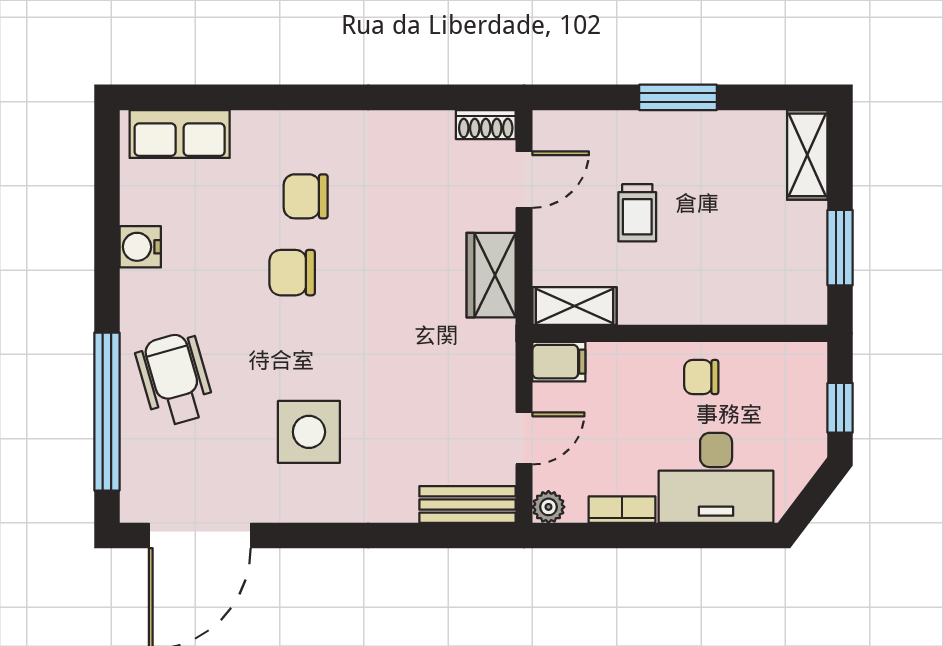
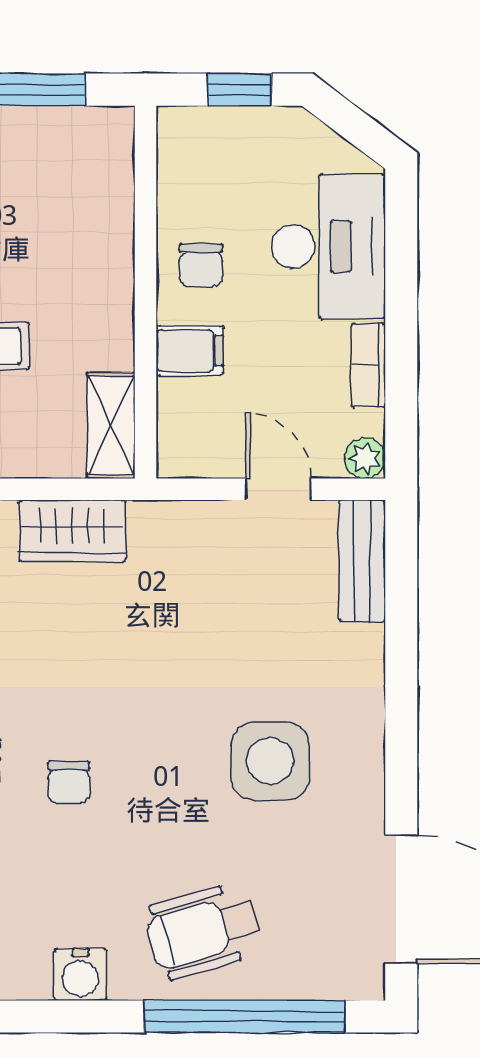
water cooler: (140, 247) -> (81, 974), moved
chair: (292, 273) -> (69, 782), width x0.73, depth x0.73
filing cabinet: (559, 362) -> (190, 351), moved, turned 90

